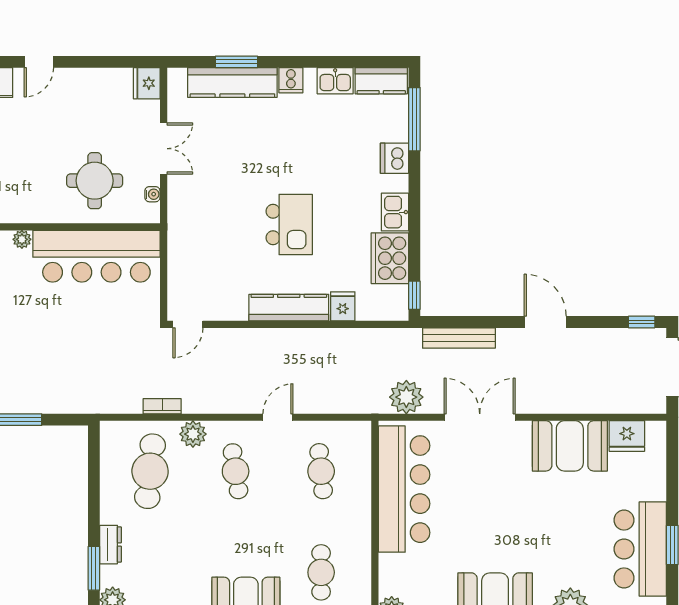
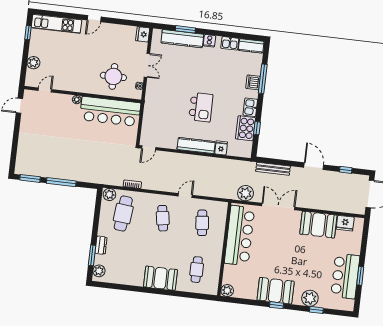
window: (414, 119) -> (263, 79), moved
window: (414, 295) -> (257, 128), moved
window: (642, 322) -> (346, 170), moved
plant: (193, 434) -> (109, 195), moved

